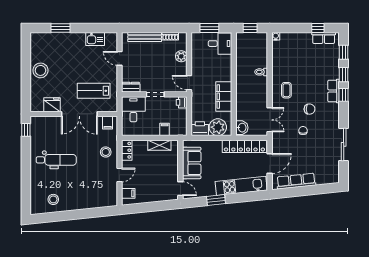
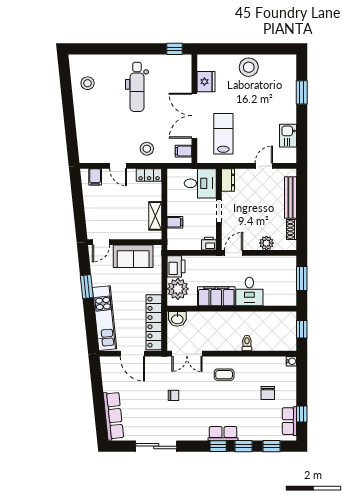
desk: (220, 44) -> (249, 292), moved
chair: (310, 109) -> (268, 393), moved
row of seats: (296, 181) -> (113, 416), moved

